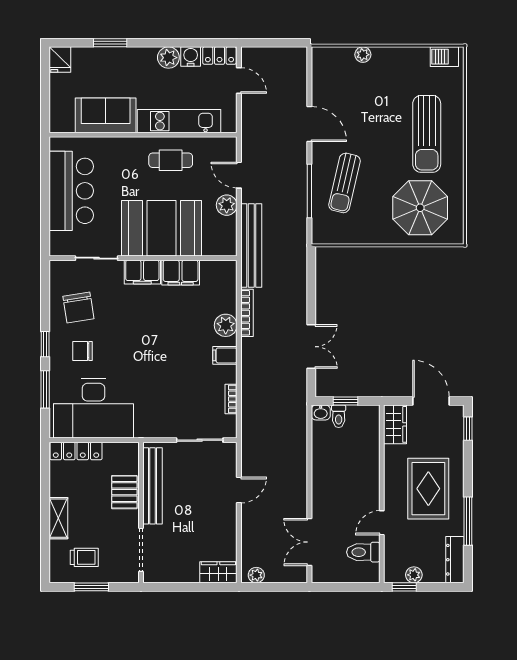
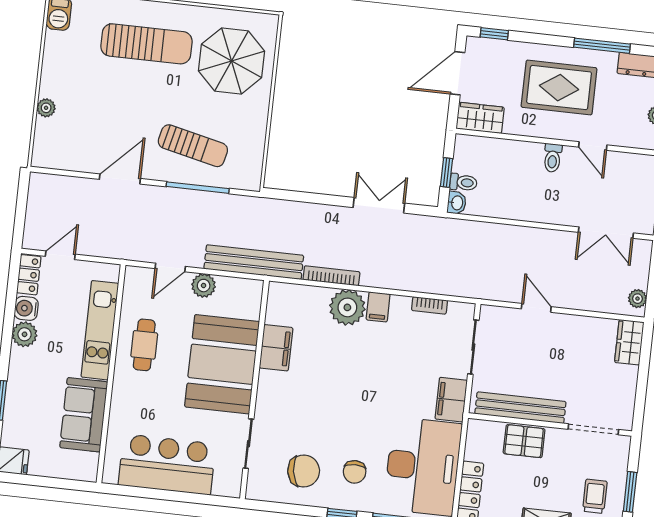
filing cabinet: (142, 272) -> (451, 400), moved, turned 180
plant: (226, 325) -> (347, 307), width x1.36, depth x1.36
toilet: (363, 552) -> (553, 158), moved, width x0.73, depth x0.72

